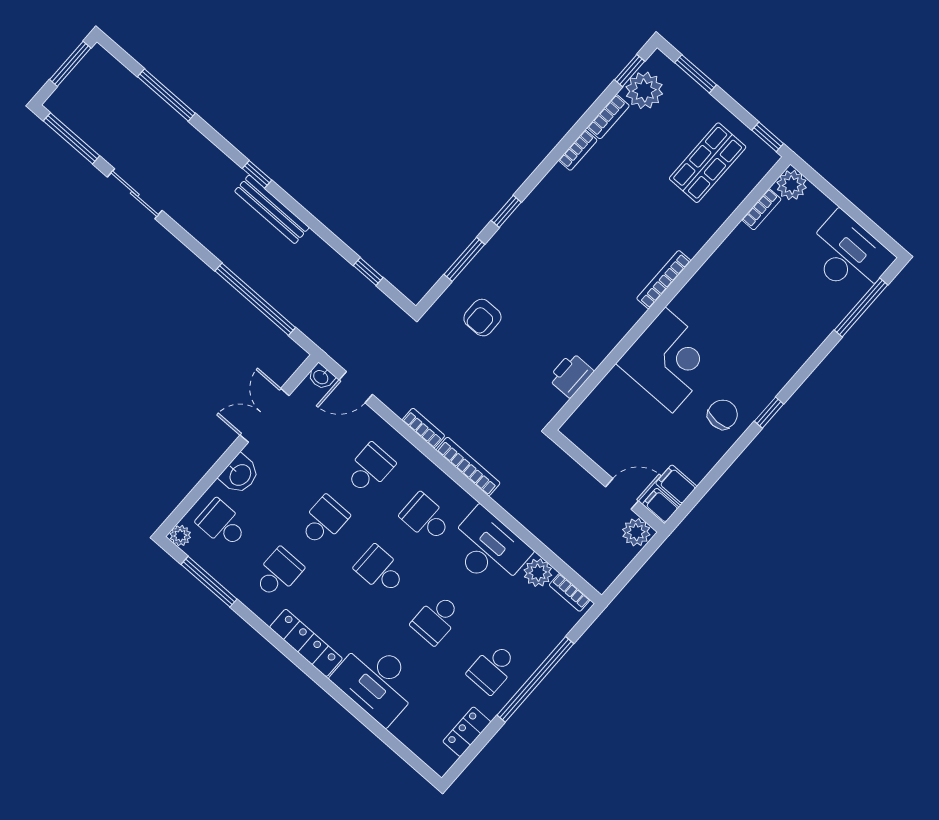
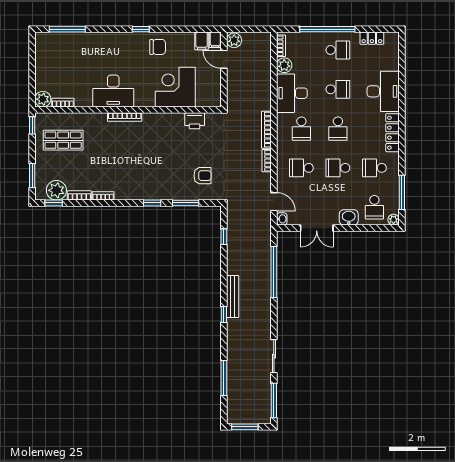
desk: (848, 255) -> (113, 91), moved, turned -90
corner desk: (669, 360) -> (175, 87), moved
chair: (723, 415) -> (158, 47), turned 180

